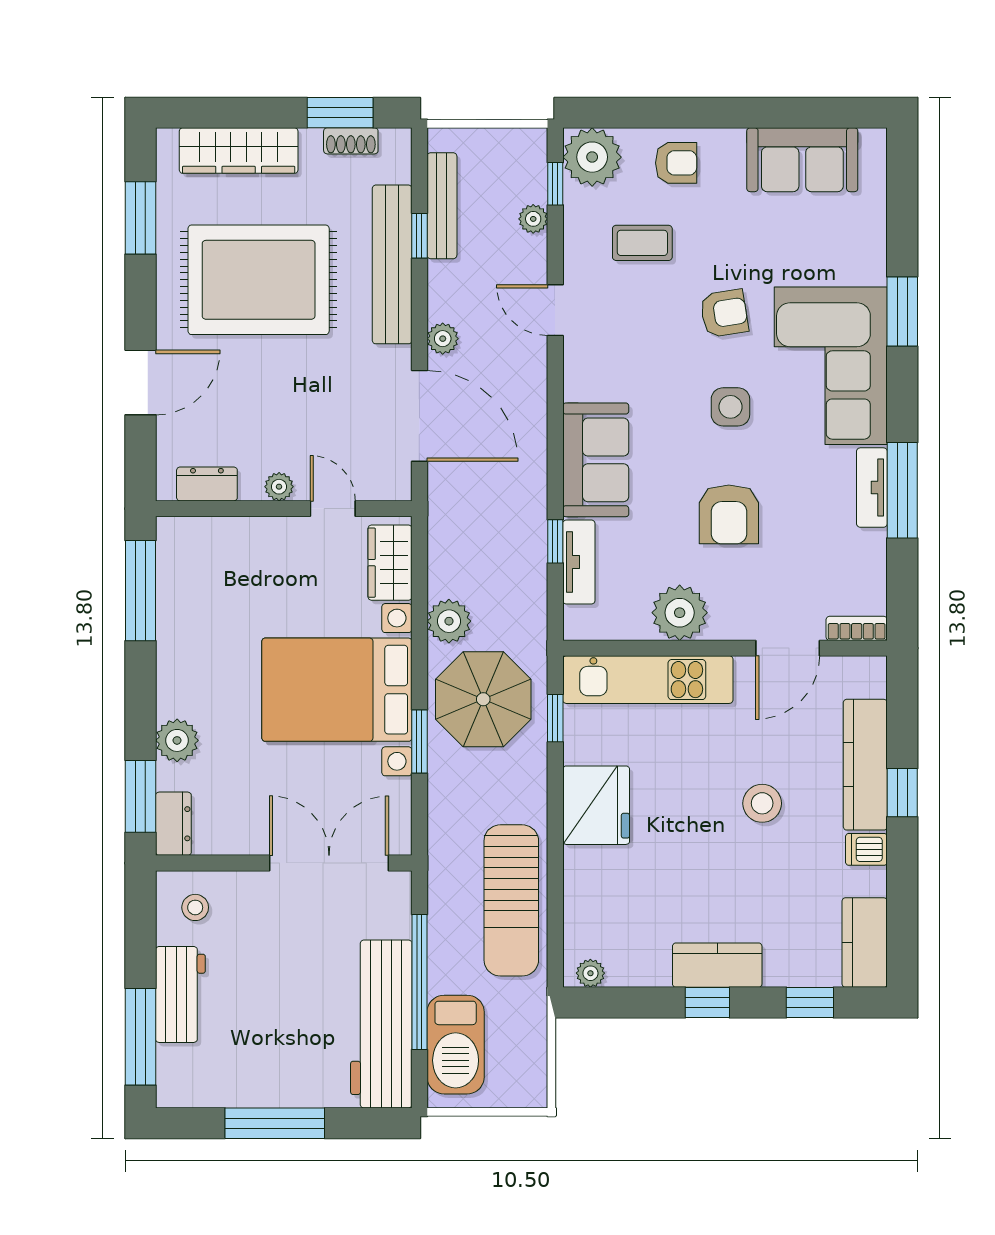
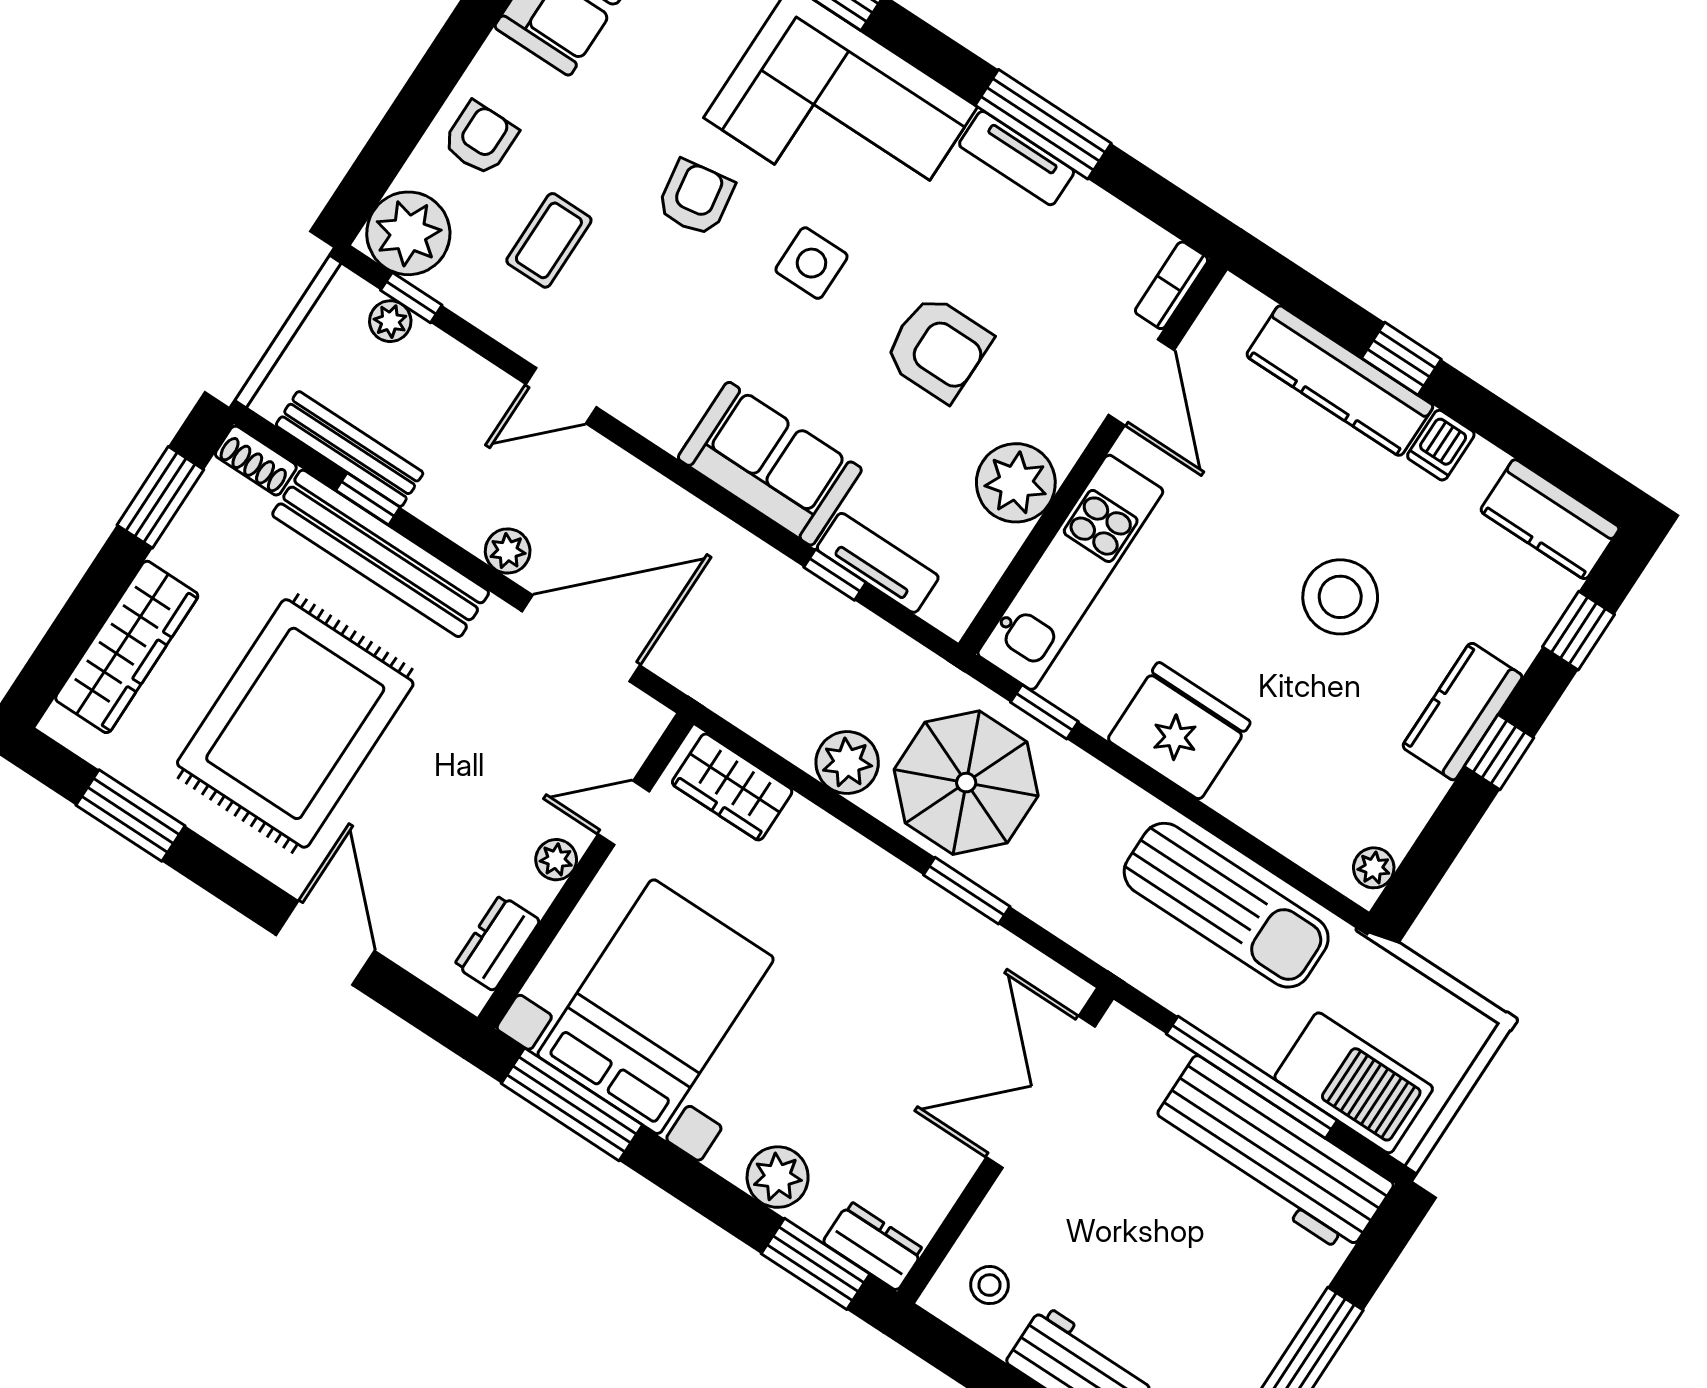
shoe rack: (351, 141) -> (256, 461), moved, turned 90
plant: (533, 219) -> (390, 321), moved
bed with nightstands: (337, 690) -> (656, 1007), moved, turned 180
stool: (762, 803) -> (1340, 597), moved, width x1.38, depth x1.38

